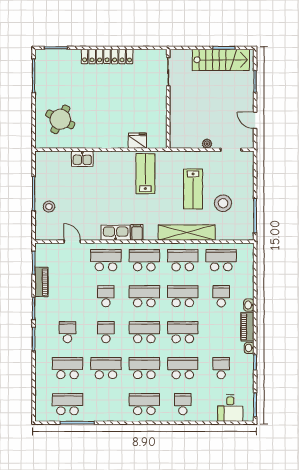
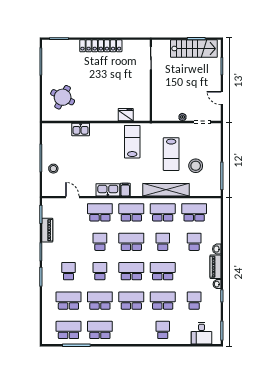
school desk: (183, 296) -> (163, 242), width x0.54
school desk: (144, 404) -> (100, 330), moved

